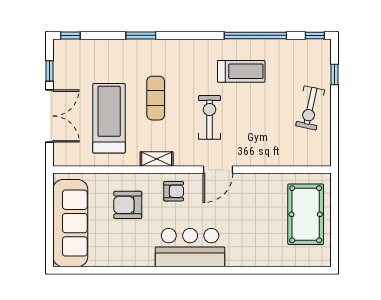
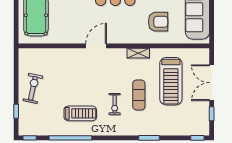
treadmill: (241, 71) -> (80, 113), turned 180
exercise bike: (209, 117) -> (115, 104), moved, width x0.73, depth x0.72
armchair: (174, 191) -> (127, 31), removed

